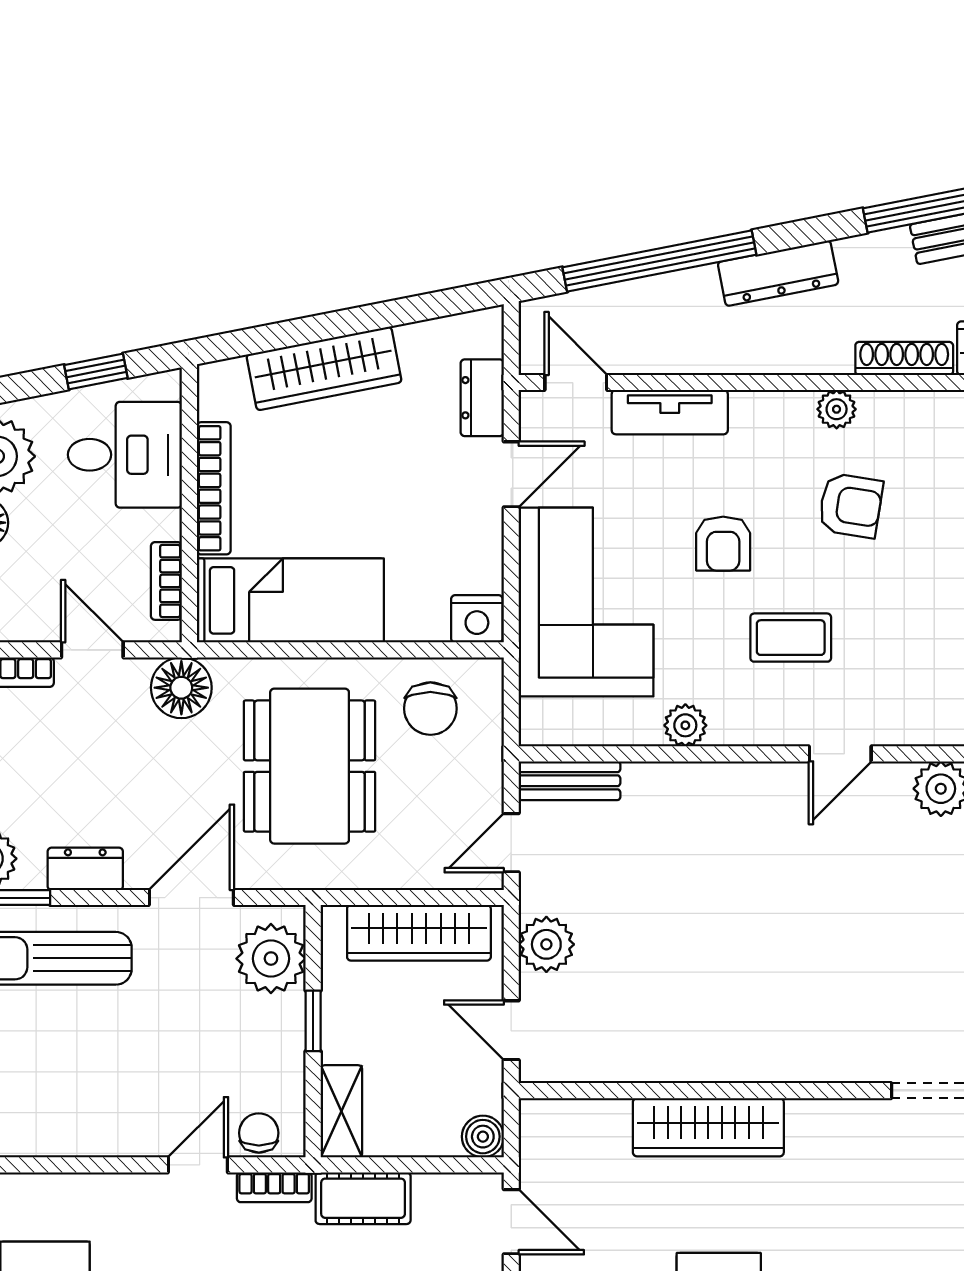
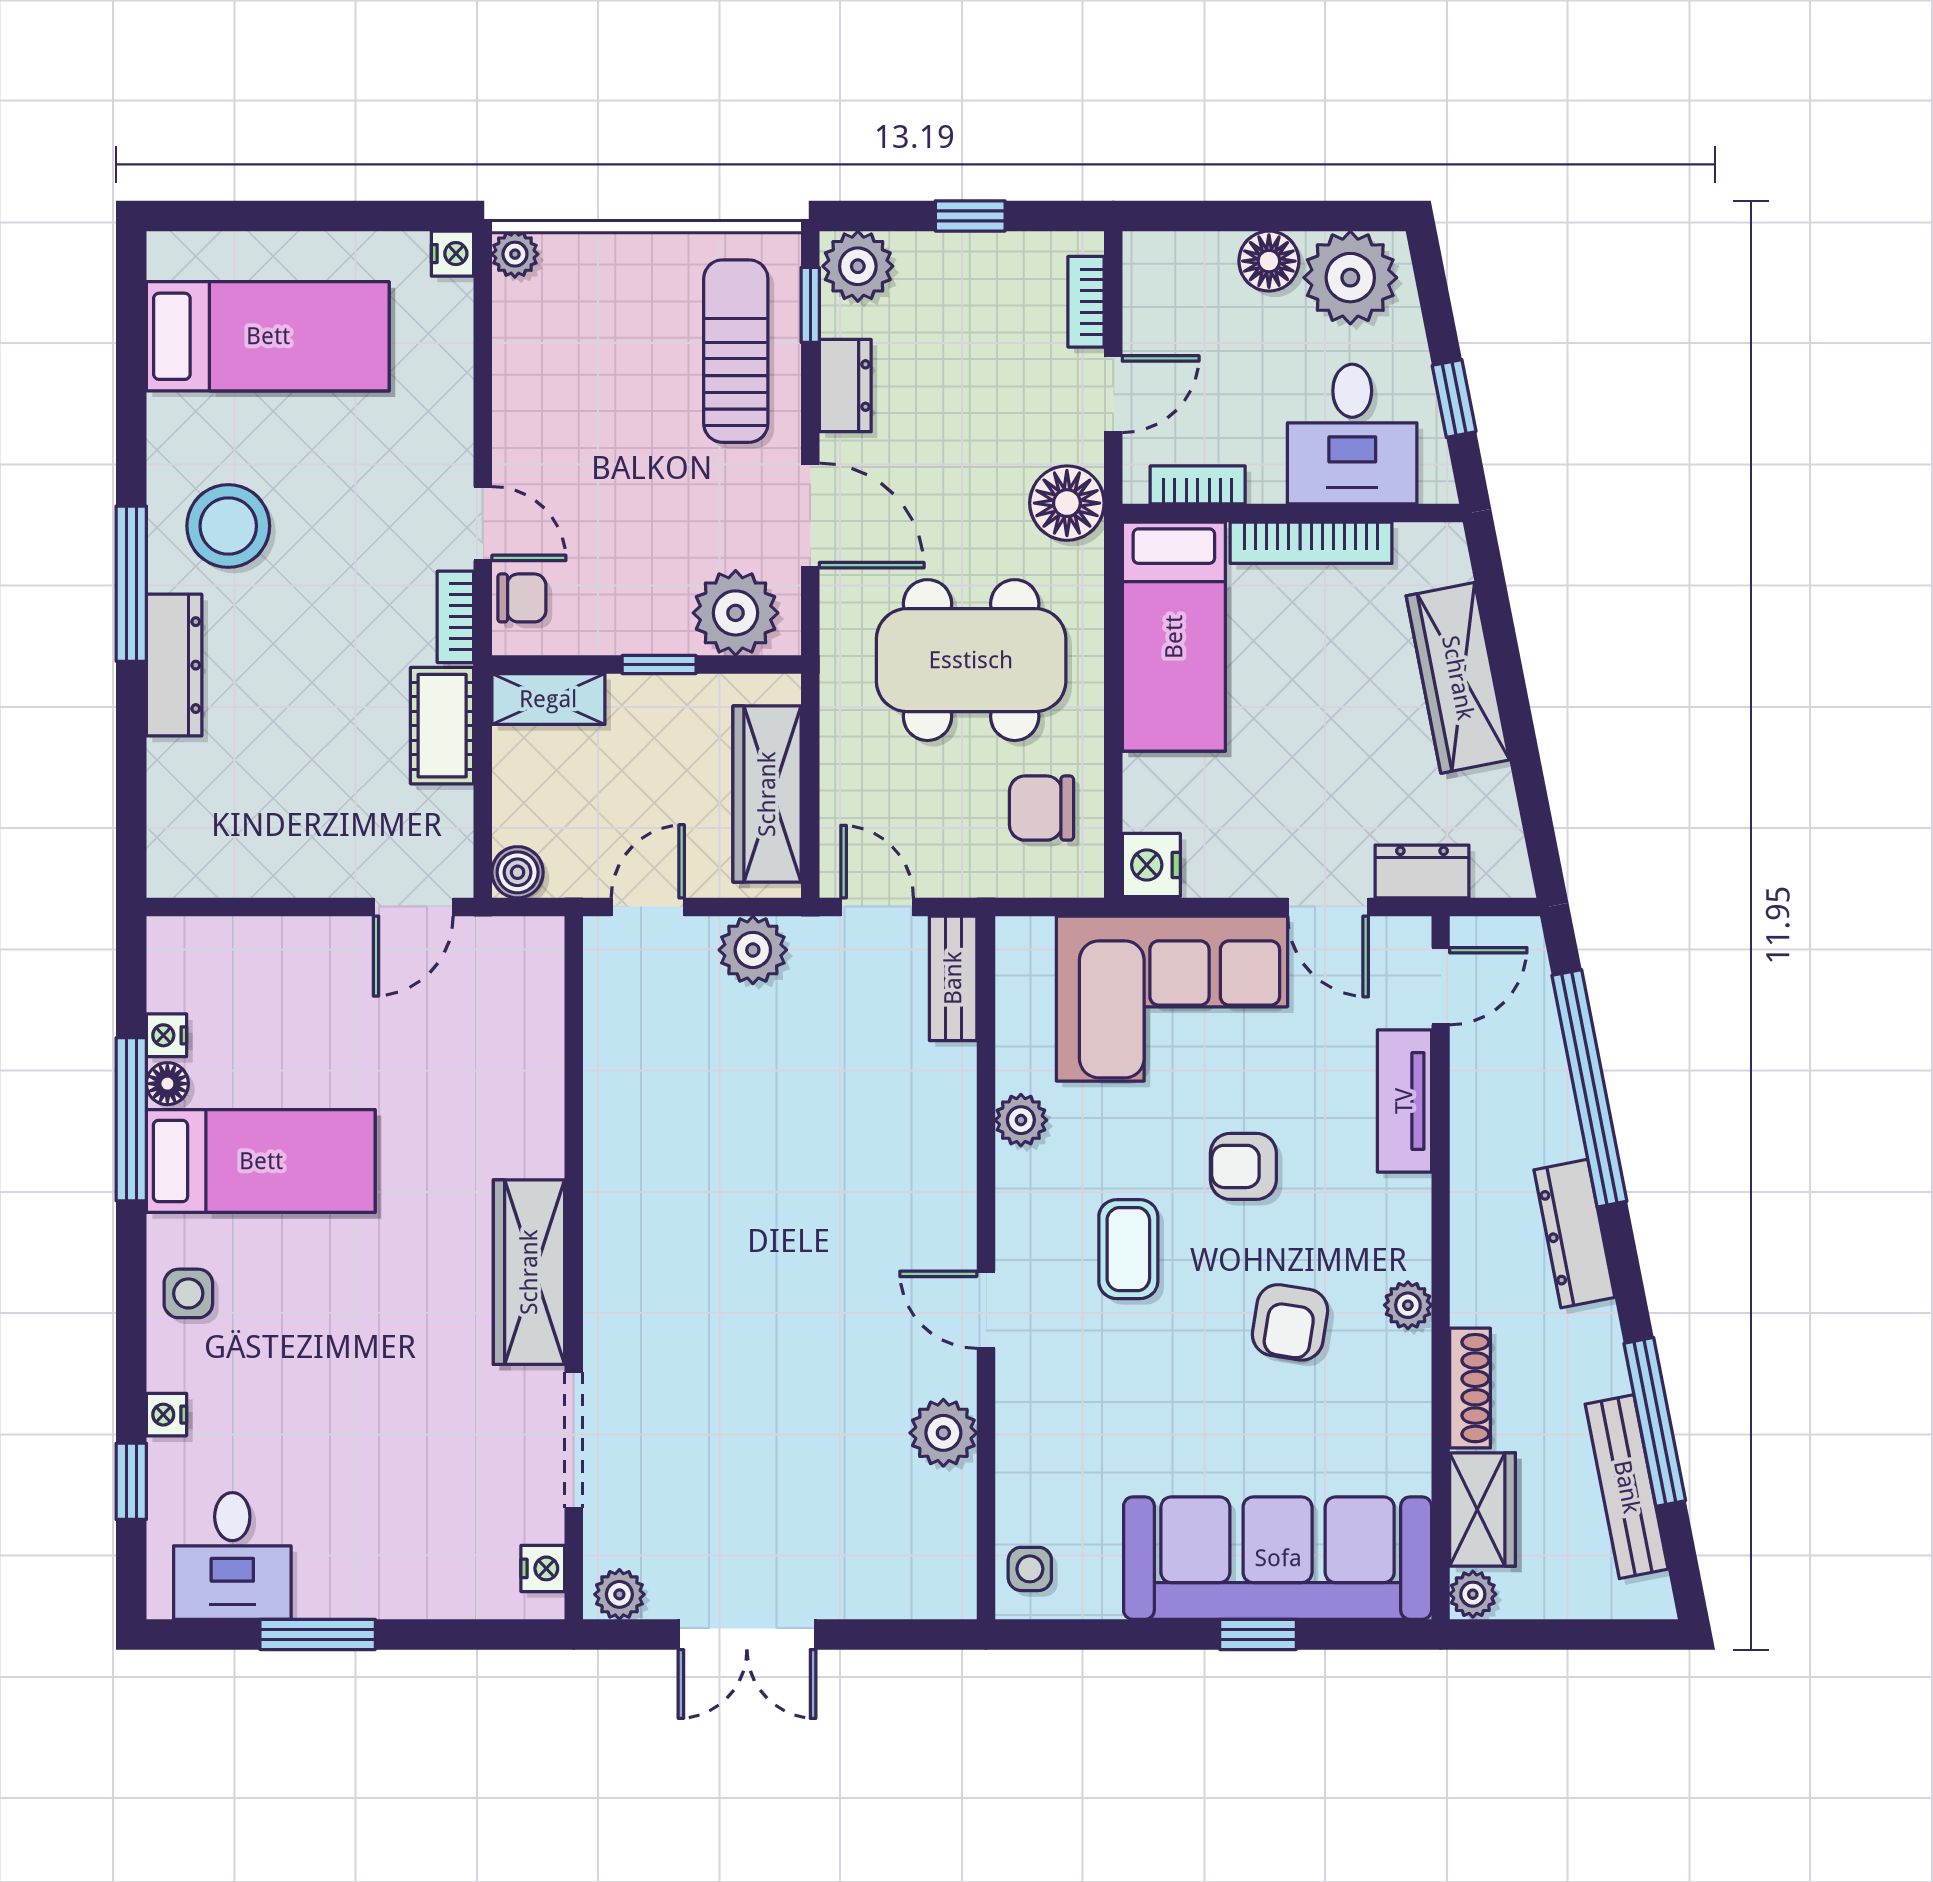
wardrobe: (708, 1127) -> (529, 1272), moved

